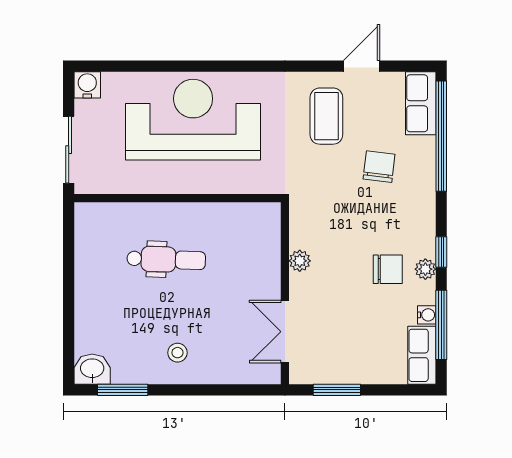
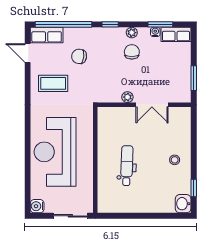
door: (362, 66) -> (28, 53), moved
window: (441, 252) -> (110, 24), moved
window: (441, 325) -> (160, 24), width x0.69
double door: (285, 332) -> (152, 105), moved
window: (123, 390) -> (194, 188), width x0.67

